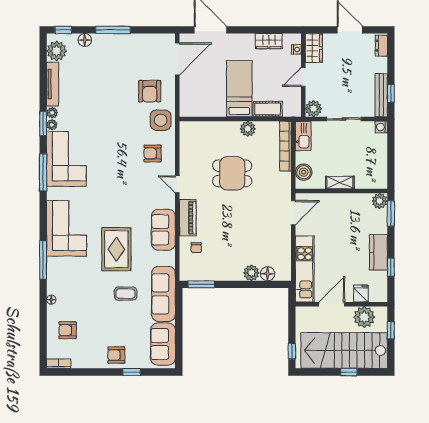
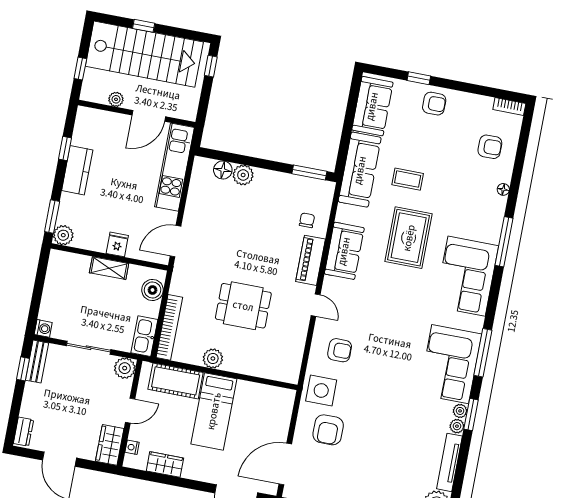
armchair: (150, 91) -> (328, 430), turned 180
bench: (381, 95) -> (37, 362), width x0.73
cot: (268, 109) -> (176, 381), width x1.37, depth x1.34
fridge: (361, 293) -> (117, 244), moved, turned 180
plant: (364, 317) -> (116, 99), width x0.53, depth x0.53

